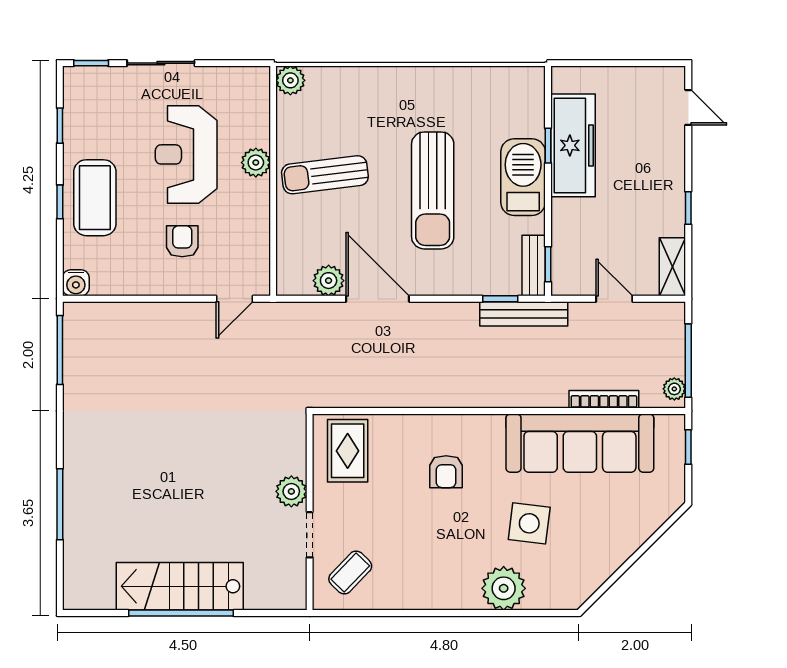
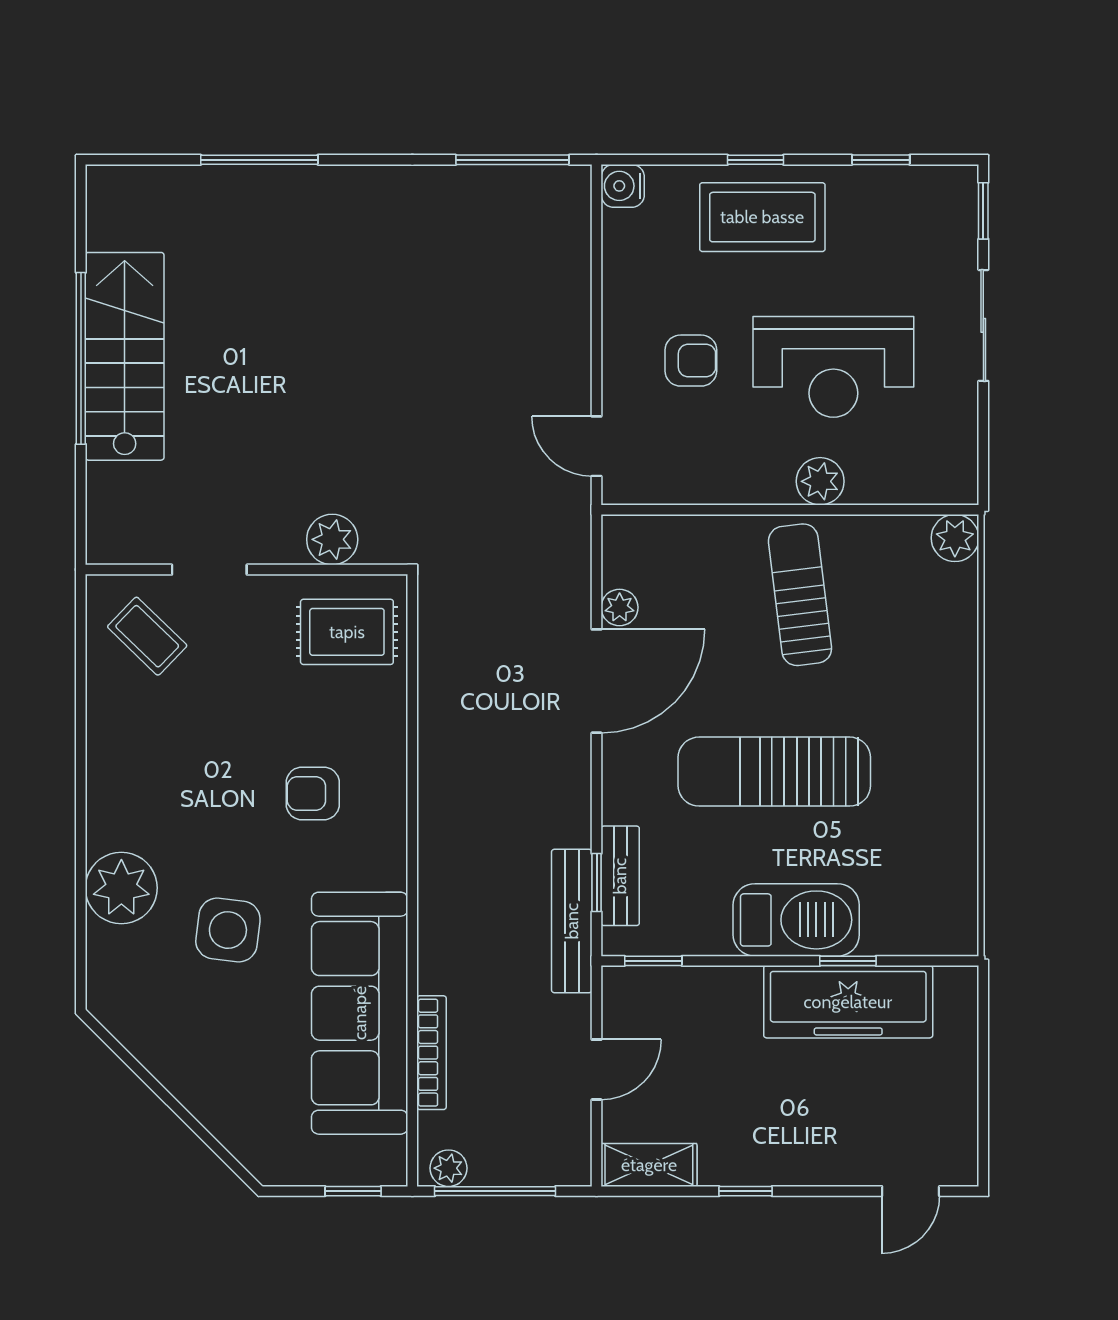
reception desk: (186, 154) -> (833, 367), turned 180
bench: (534, 266) -> (620, 876), moved, turned 90
plant: (329, 281) -> (620, 607), width x0.73, depth x0.73
plant: (291, 491) -> (332, 539), moved

